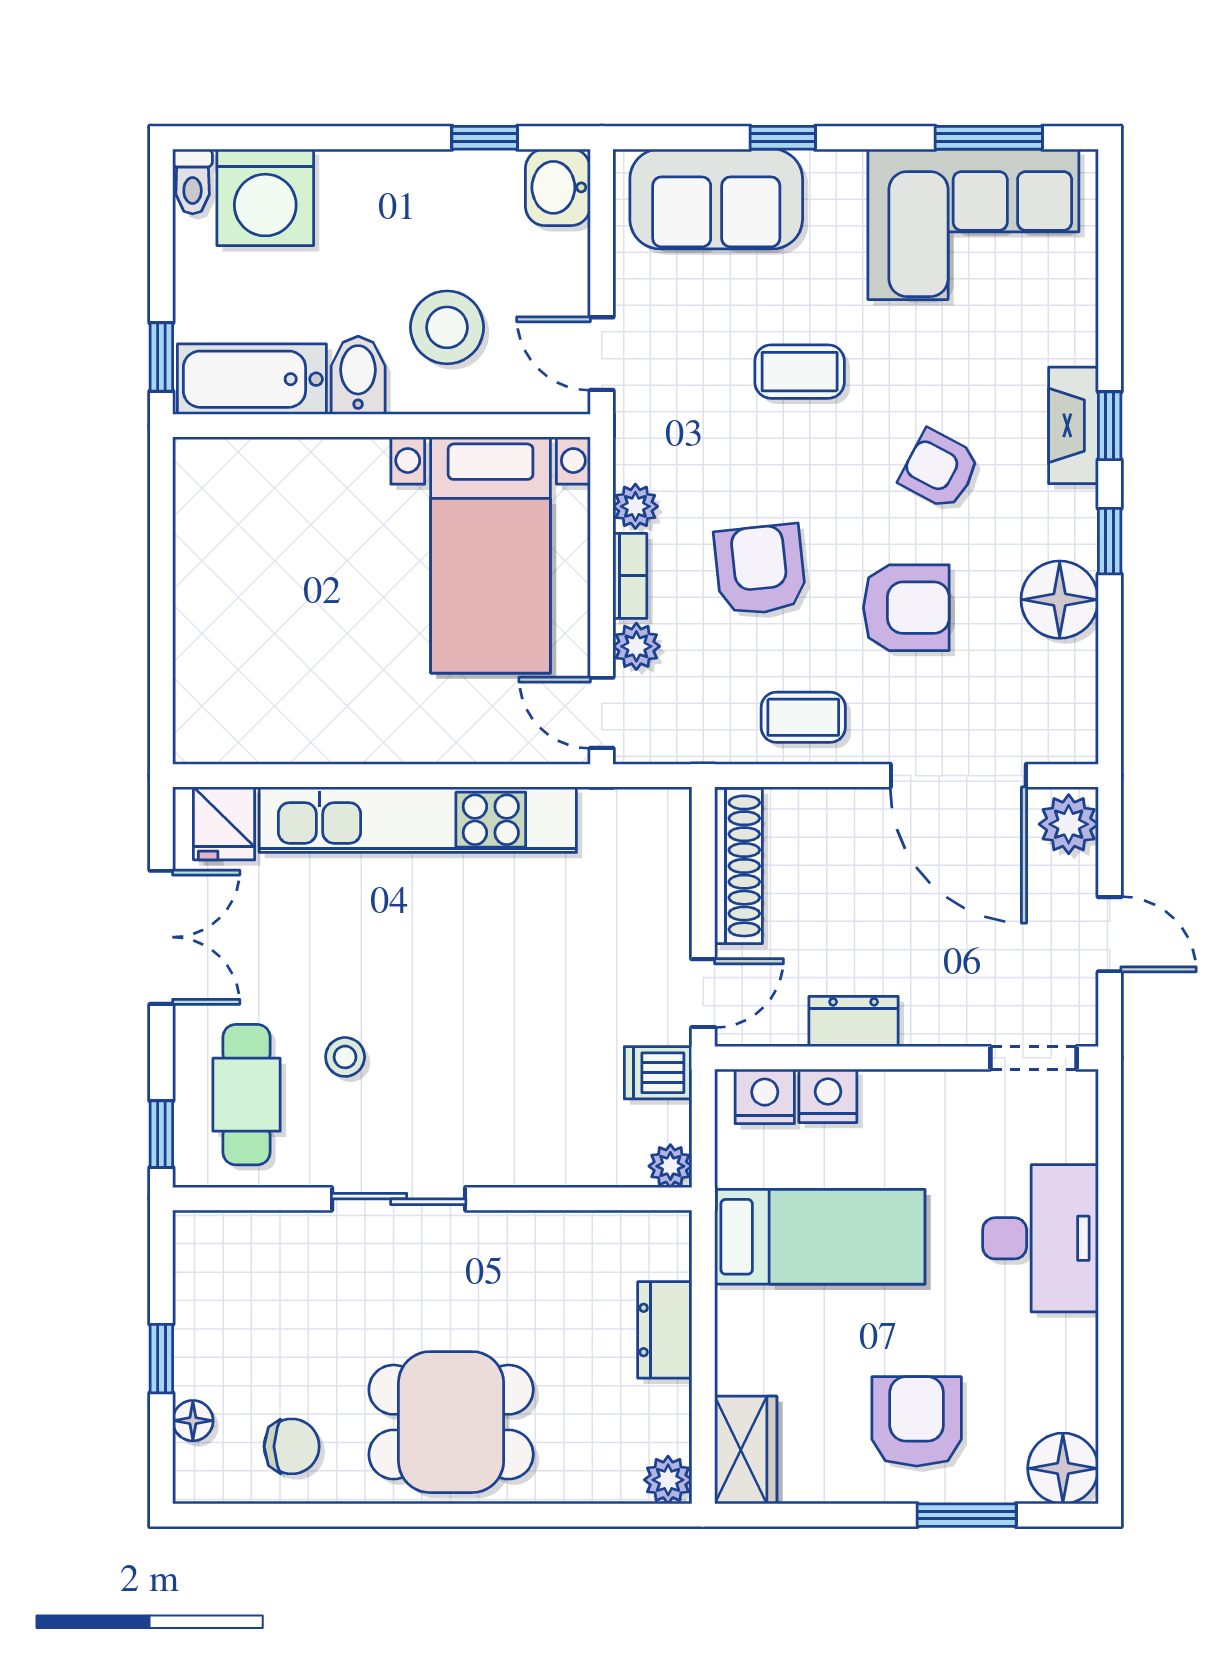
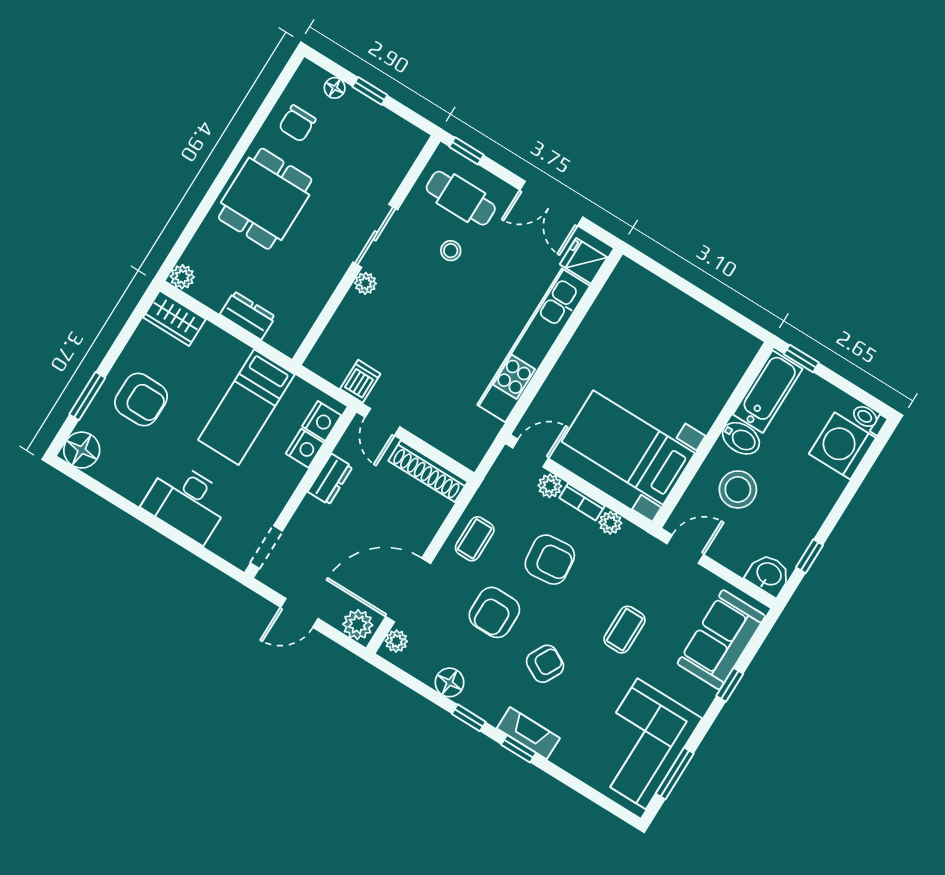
floor lamp: (1060, 600) -> (450, 682), width x0.73, depth x0.73
plant: (1056, 742) -> (396, 641), added
plant: (670, 1166) -> (365, 283), moved

